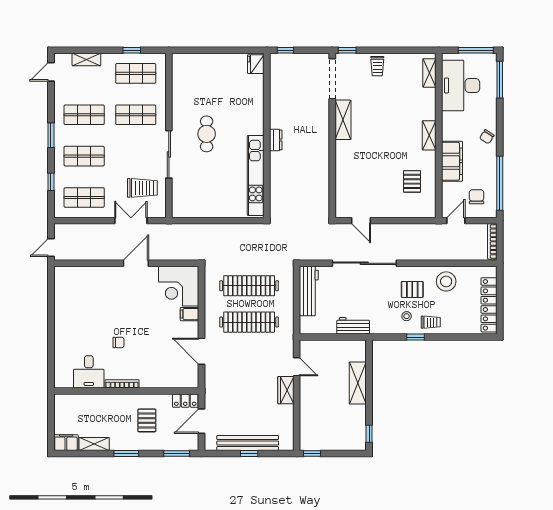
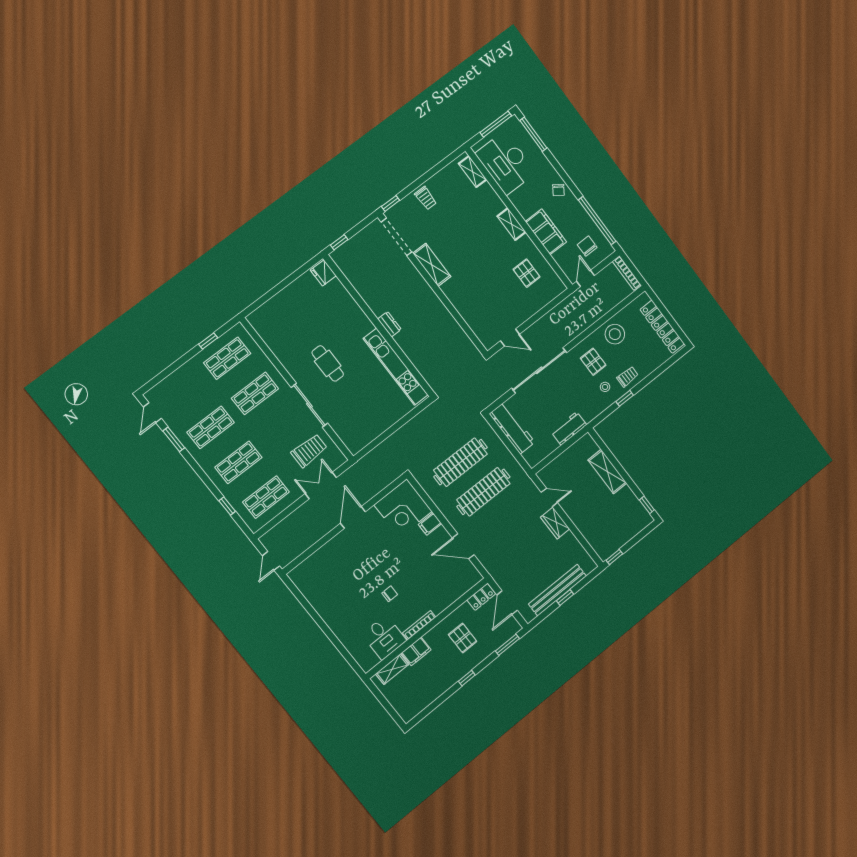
shelving: (86, 59) -> (175, 379), removed
window: (51, 135) -> (174, 439), moved
pallet: (412, 289) -> (593, 362), turned 90
filing cabinet: (66, 443) -> (416, 651), moved, turned 180
shelving: (94, 444) -> (392, 669), moved
window: (126, 454) -> (467, 678), width x0.67

